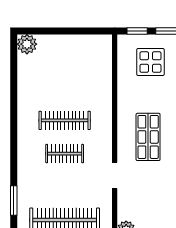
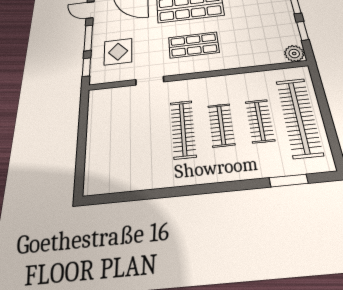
plant: (27, 44) -> (95, 183), removed
doorway: (115, 176) -> (150, 81), moved
clothes rail: (65, 187) -> (260, 121), added

